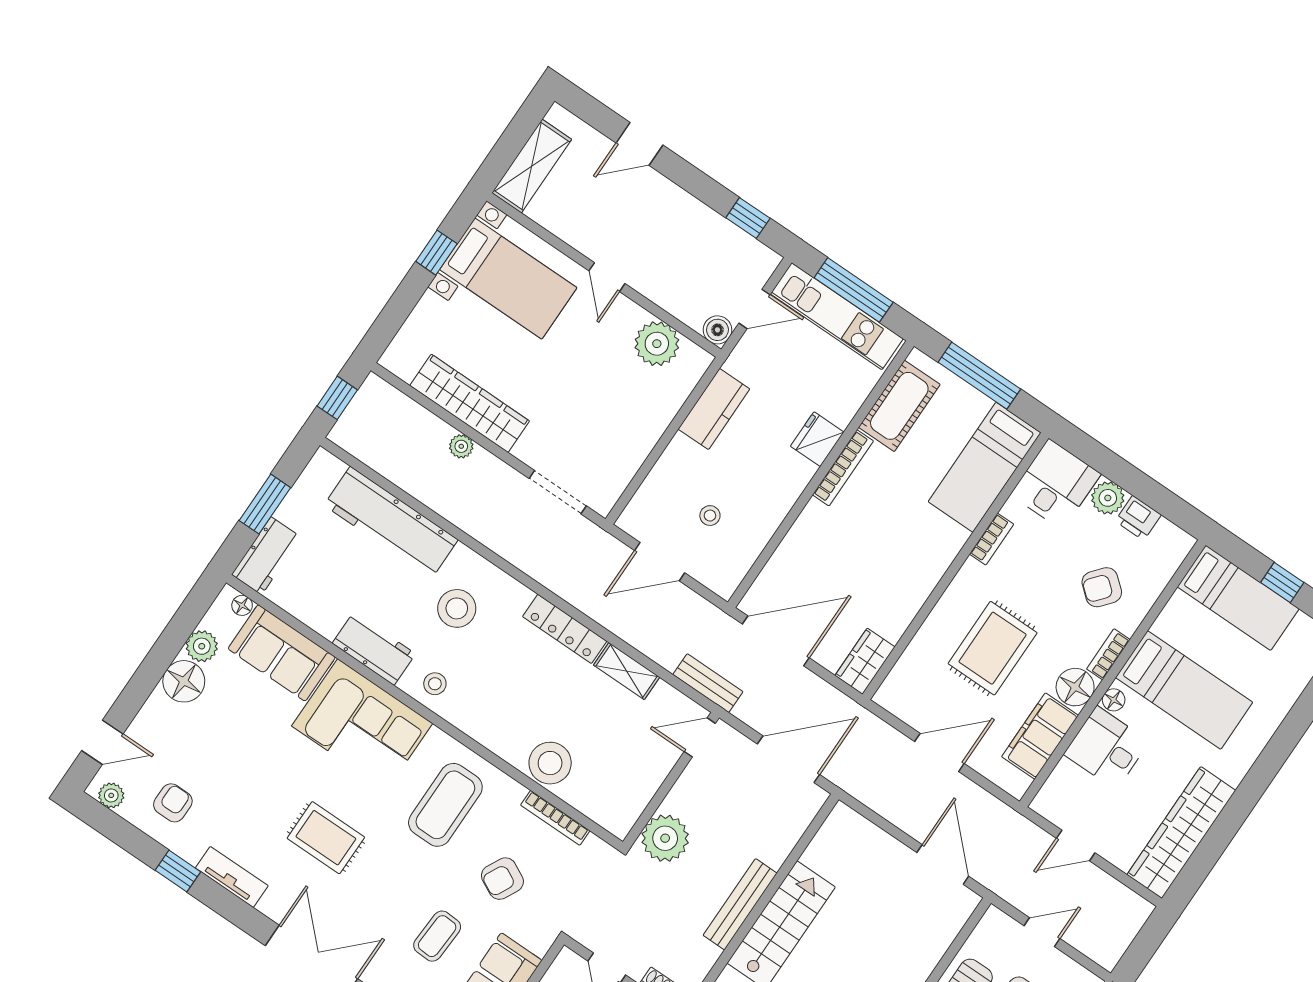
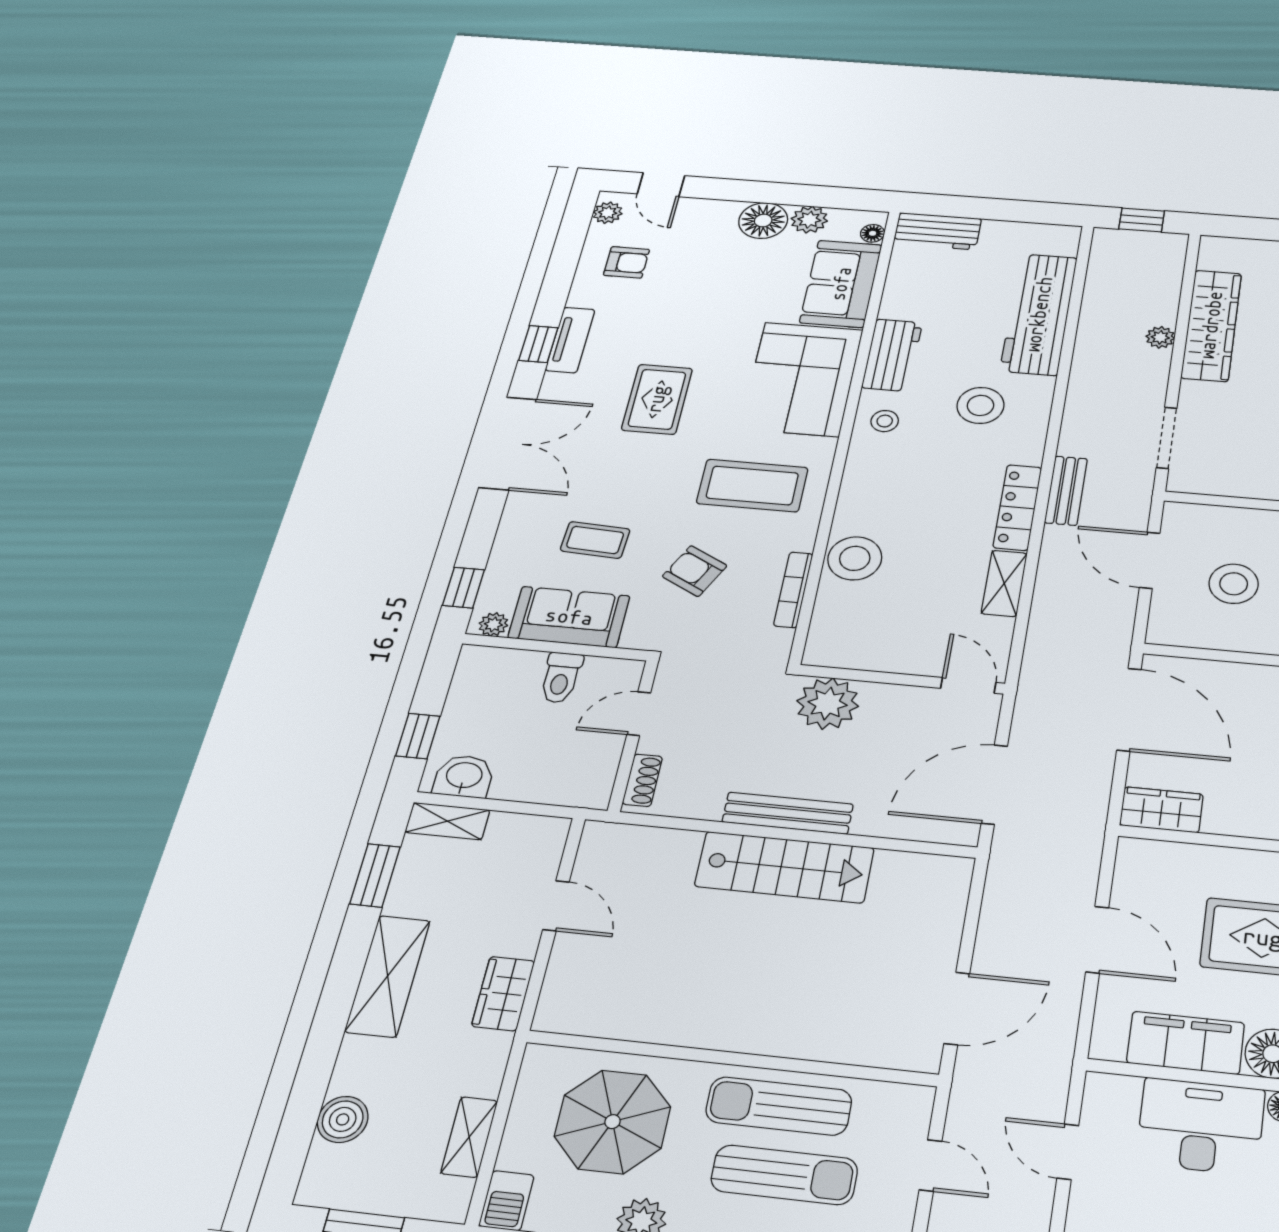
window: (265, 504) -> (991, 209), removed
stool: (710, 516) -> (1234, 584), width x1.89, depth x1.89
bench: (708, 683) -> (1066, 491), moved
desk: (1107, 748) -> (1201, 1126), width x1.37
door: (788, 759) -> (994, 784), swing flipped
window: (178, 871) -> (538, 344), moved

